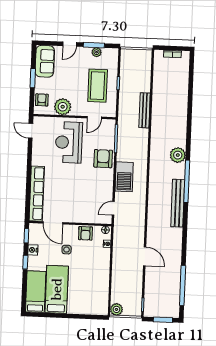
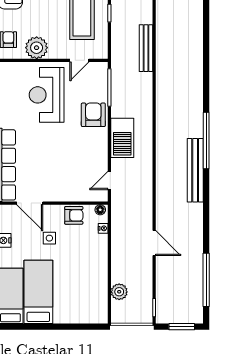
plant: (178, 155) -> (193, 106), removed
armchair: (85, 233) -> (74, 215), turned -90
plant: (116, 309) -> (119, 292), moved

